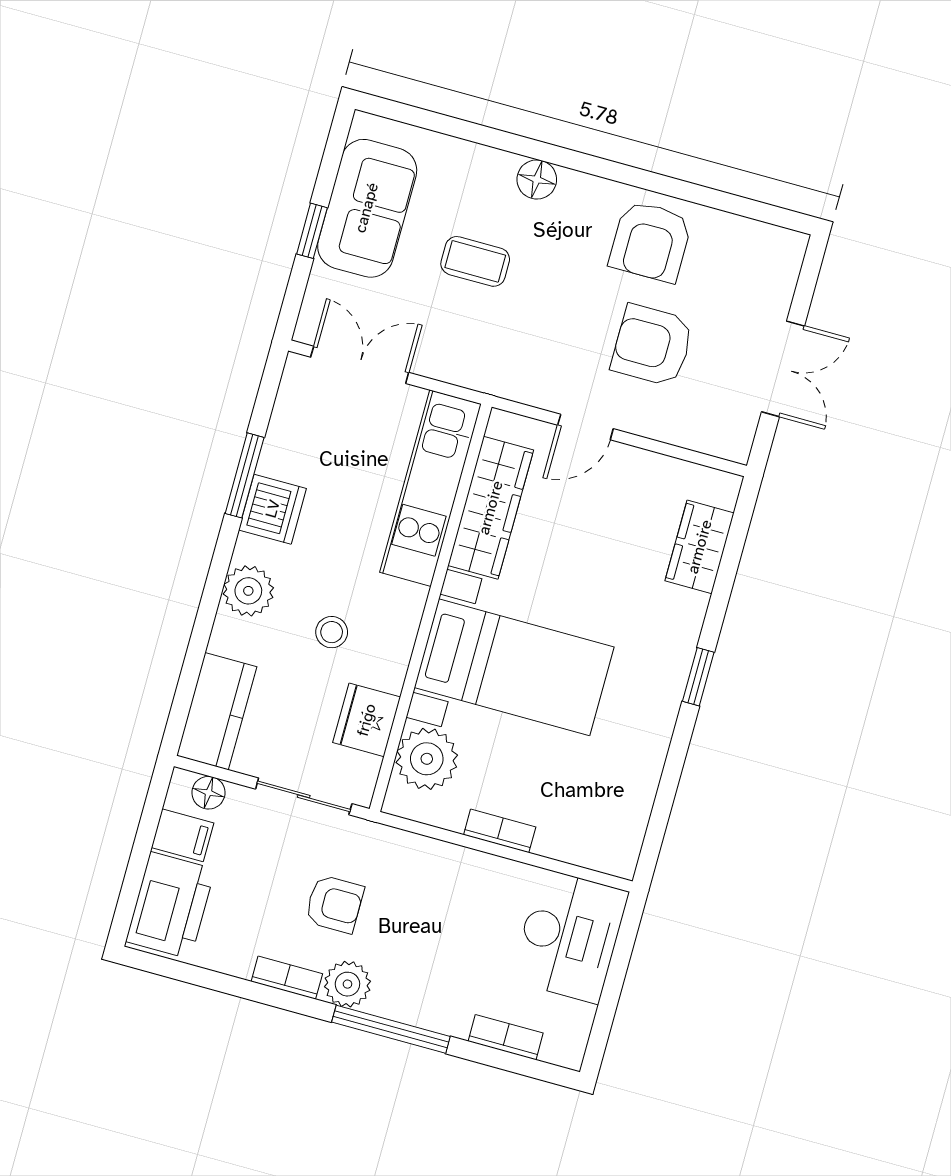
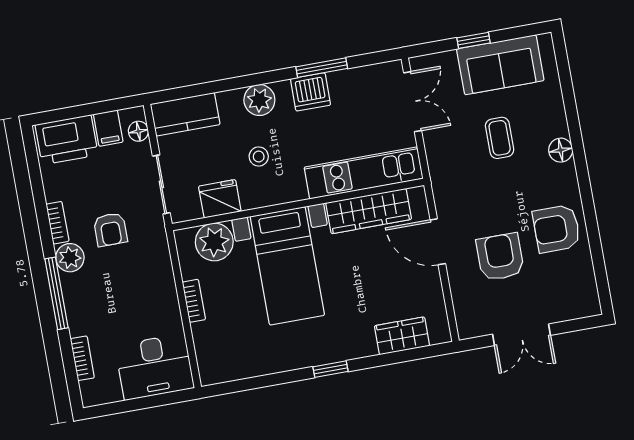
door: (585, 427) -> (438, 242), width x1.38

